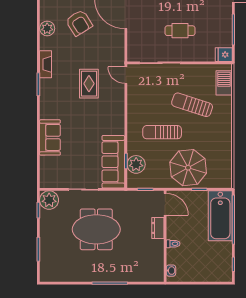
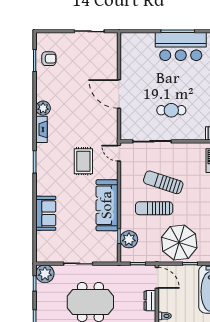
armchair: (79, 23) -> (74, 103), removed
fireplace: (46, 64) -> (42, 129), moved
sun lounger: (192, 105) -> (163, 182), moved
sofa: (113, 162) -> (107, 205), moved

